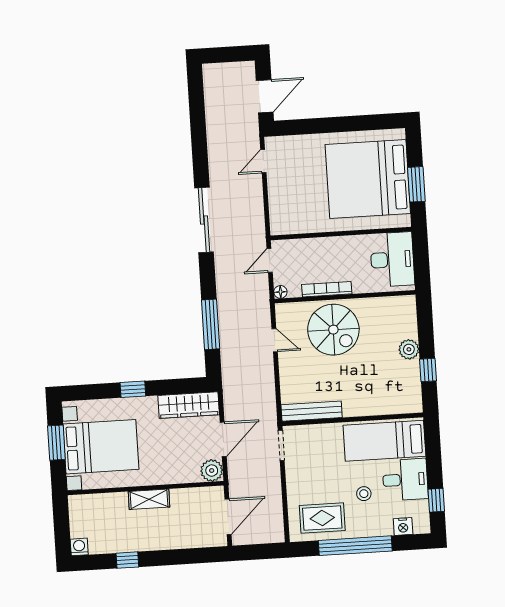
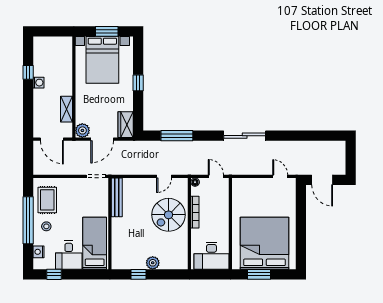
wardrobe: (189, 405) -> (126, 125), width x0.67
door: (223, 439) -> (102, 139), hinge flipped
stool: (364, 494) -> (46, 226), moved
shelving: (149, 499) -> (66, 109), moved
washing machine: (79, 547) -> (38, 83), moved

